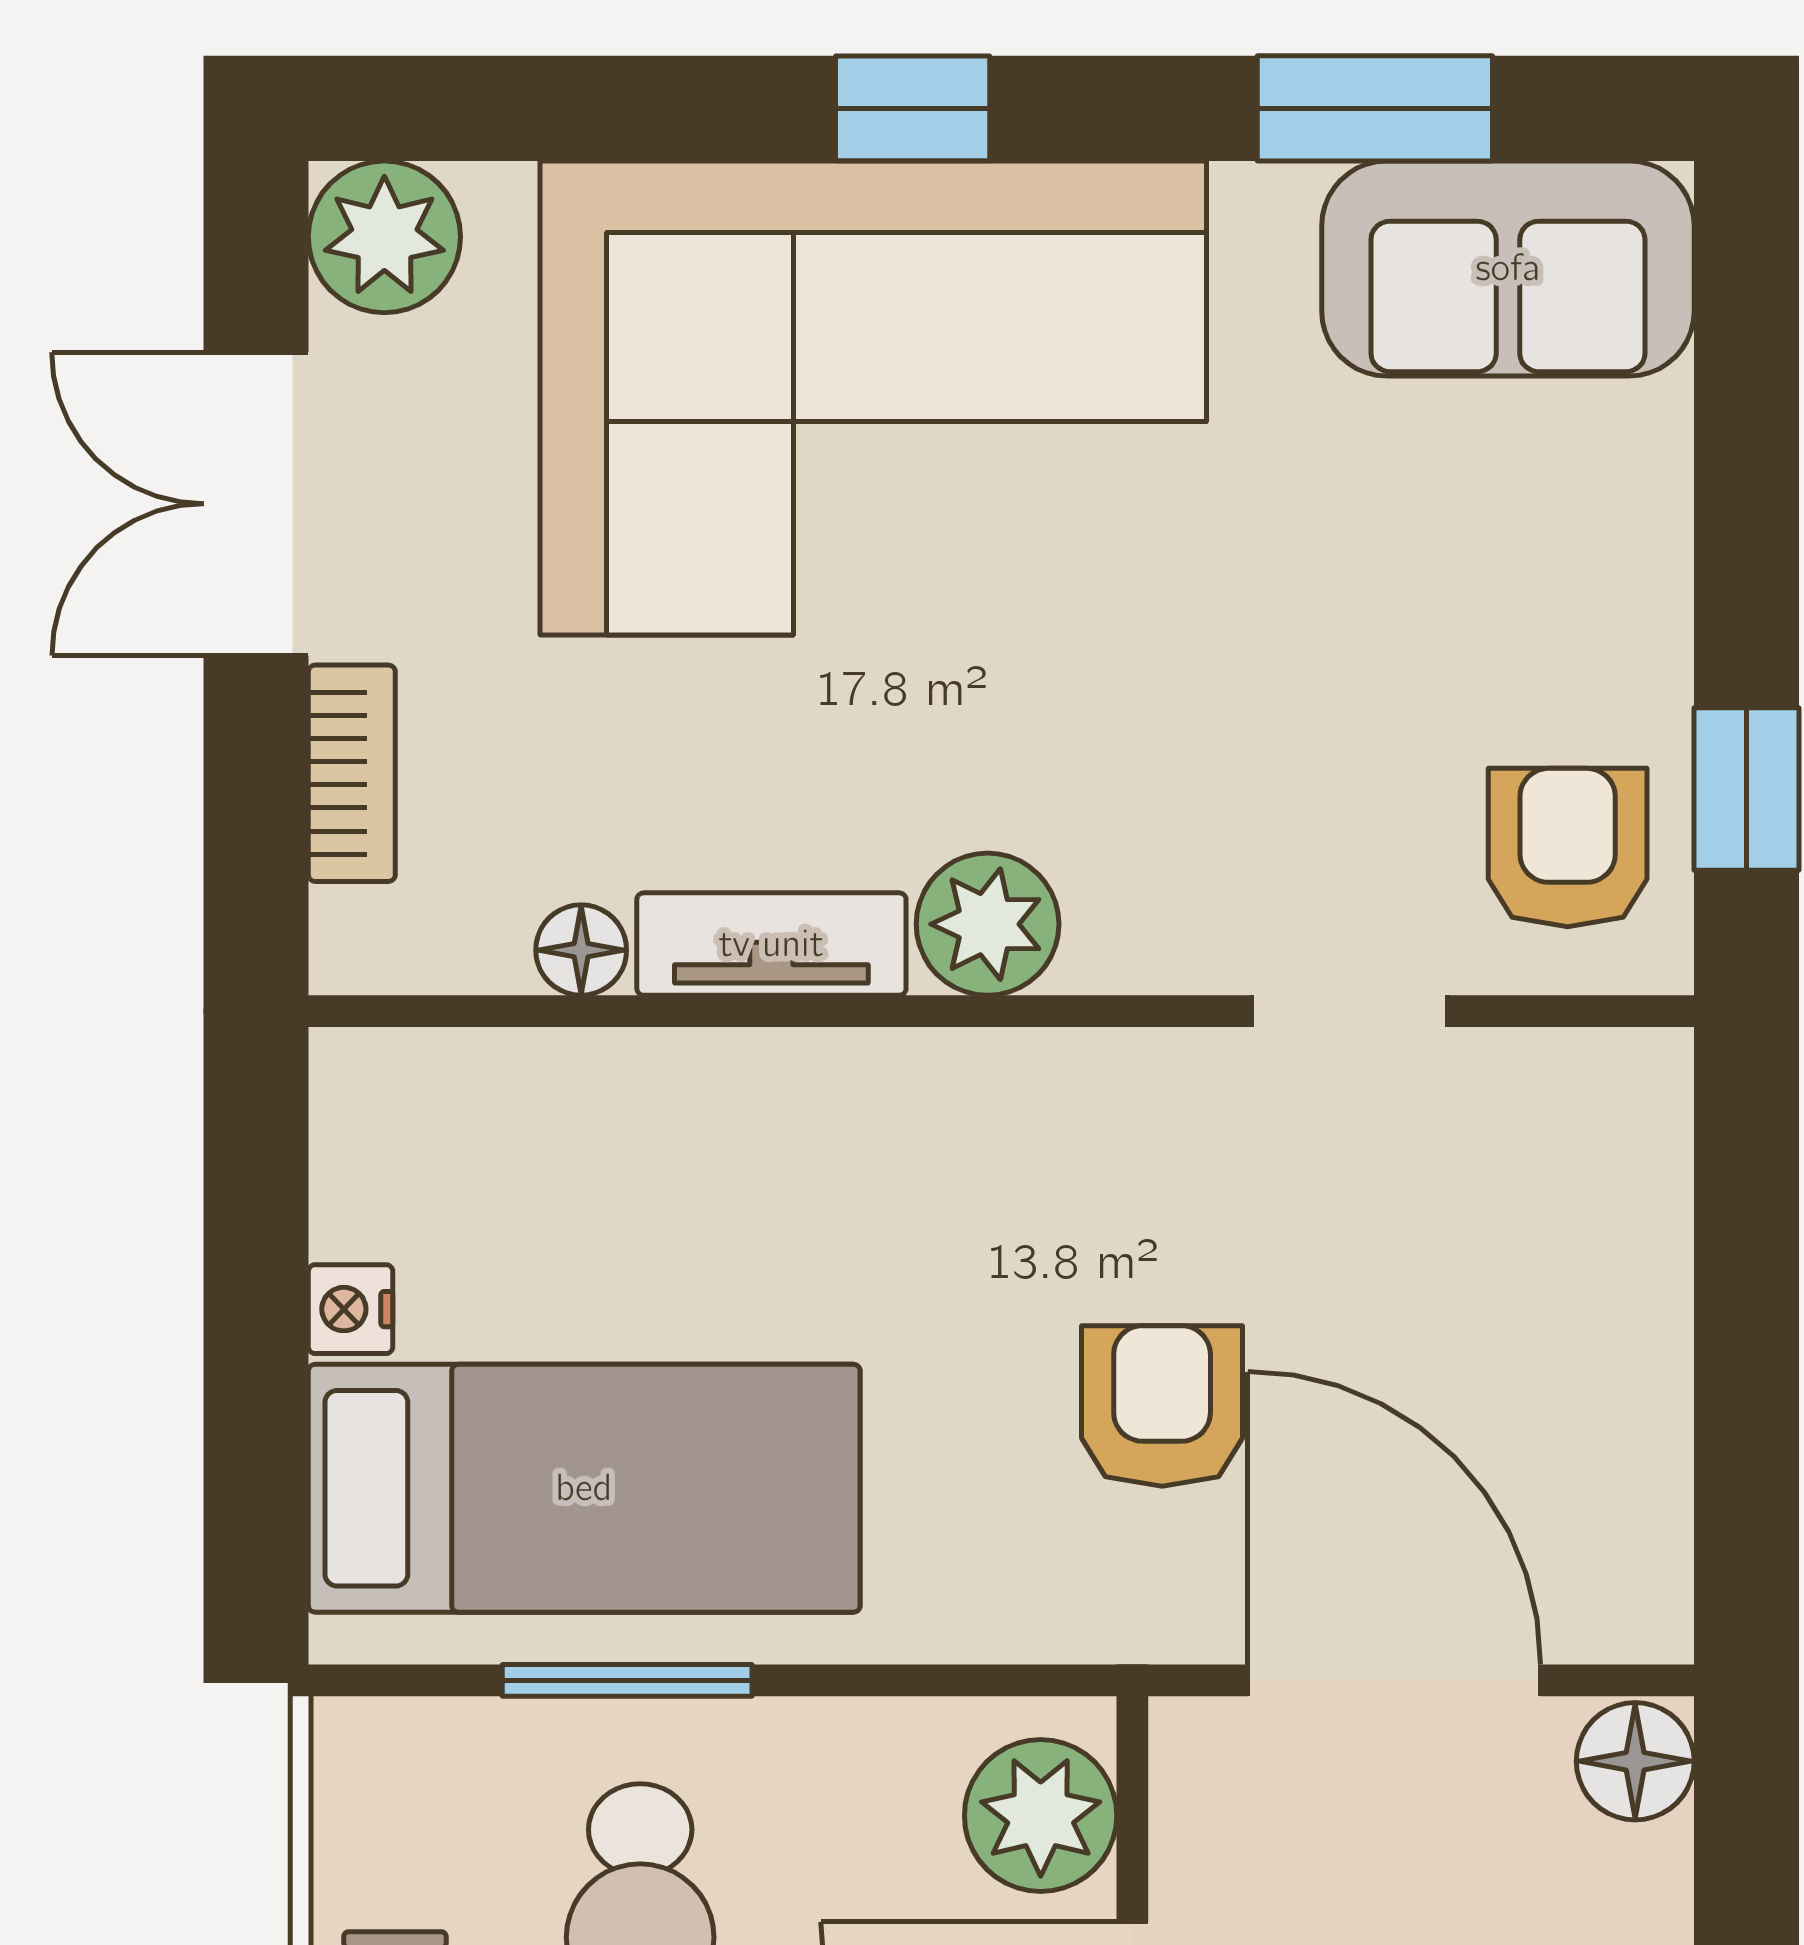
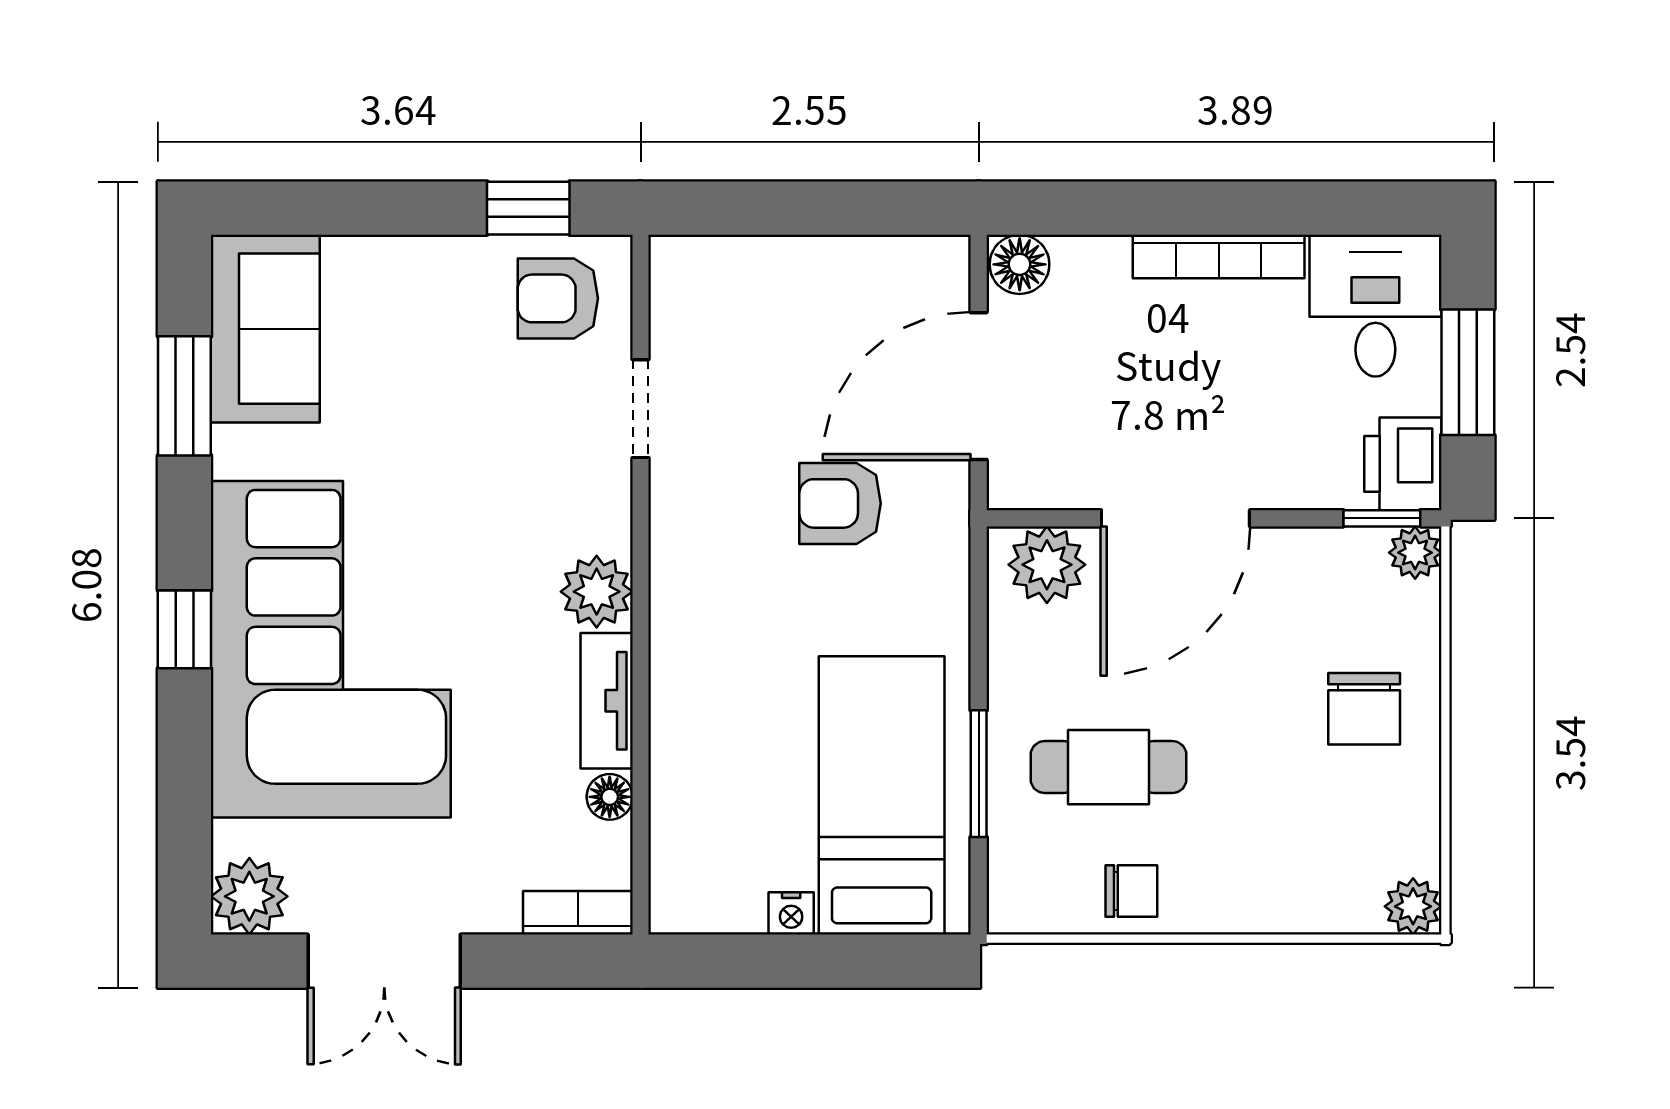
bookcase: (352, 773) -> (578, 913), moved

